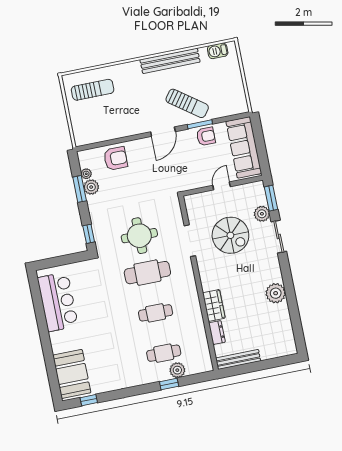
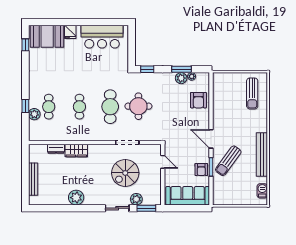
door: (222, 186) -> (163, 162), moved
fridge: (60, 345) -> (70, 32), added
bench: (238, 359) -> (33, 179), moved

